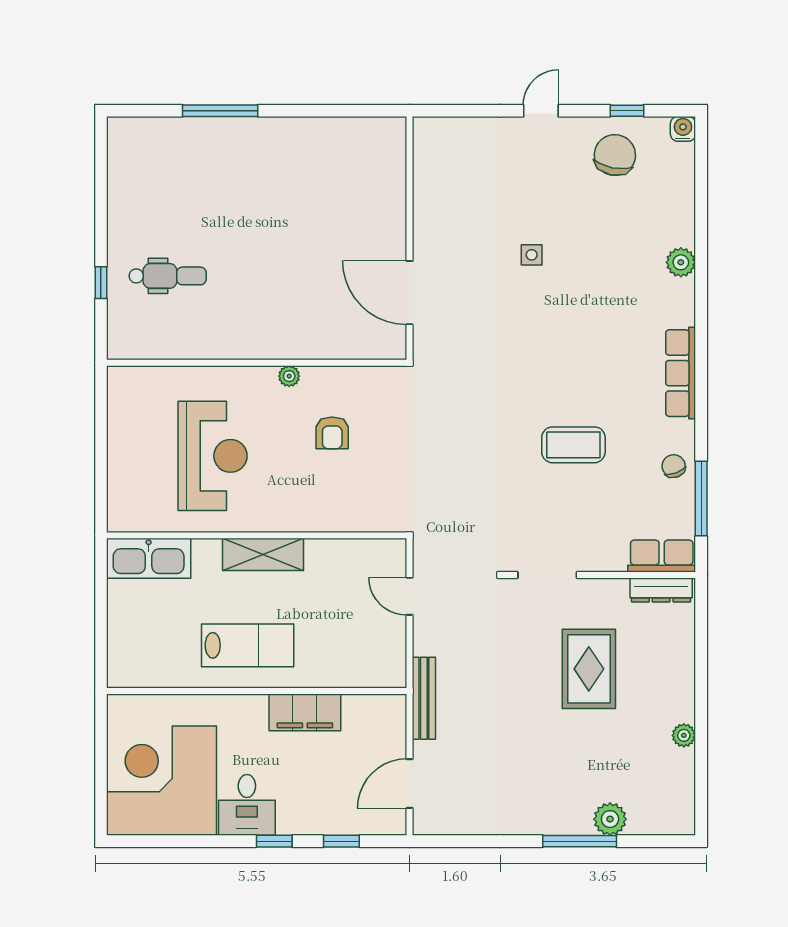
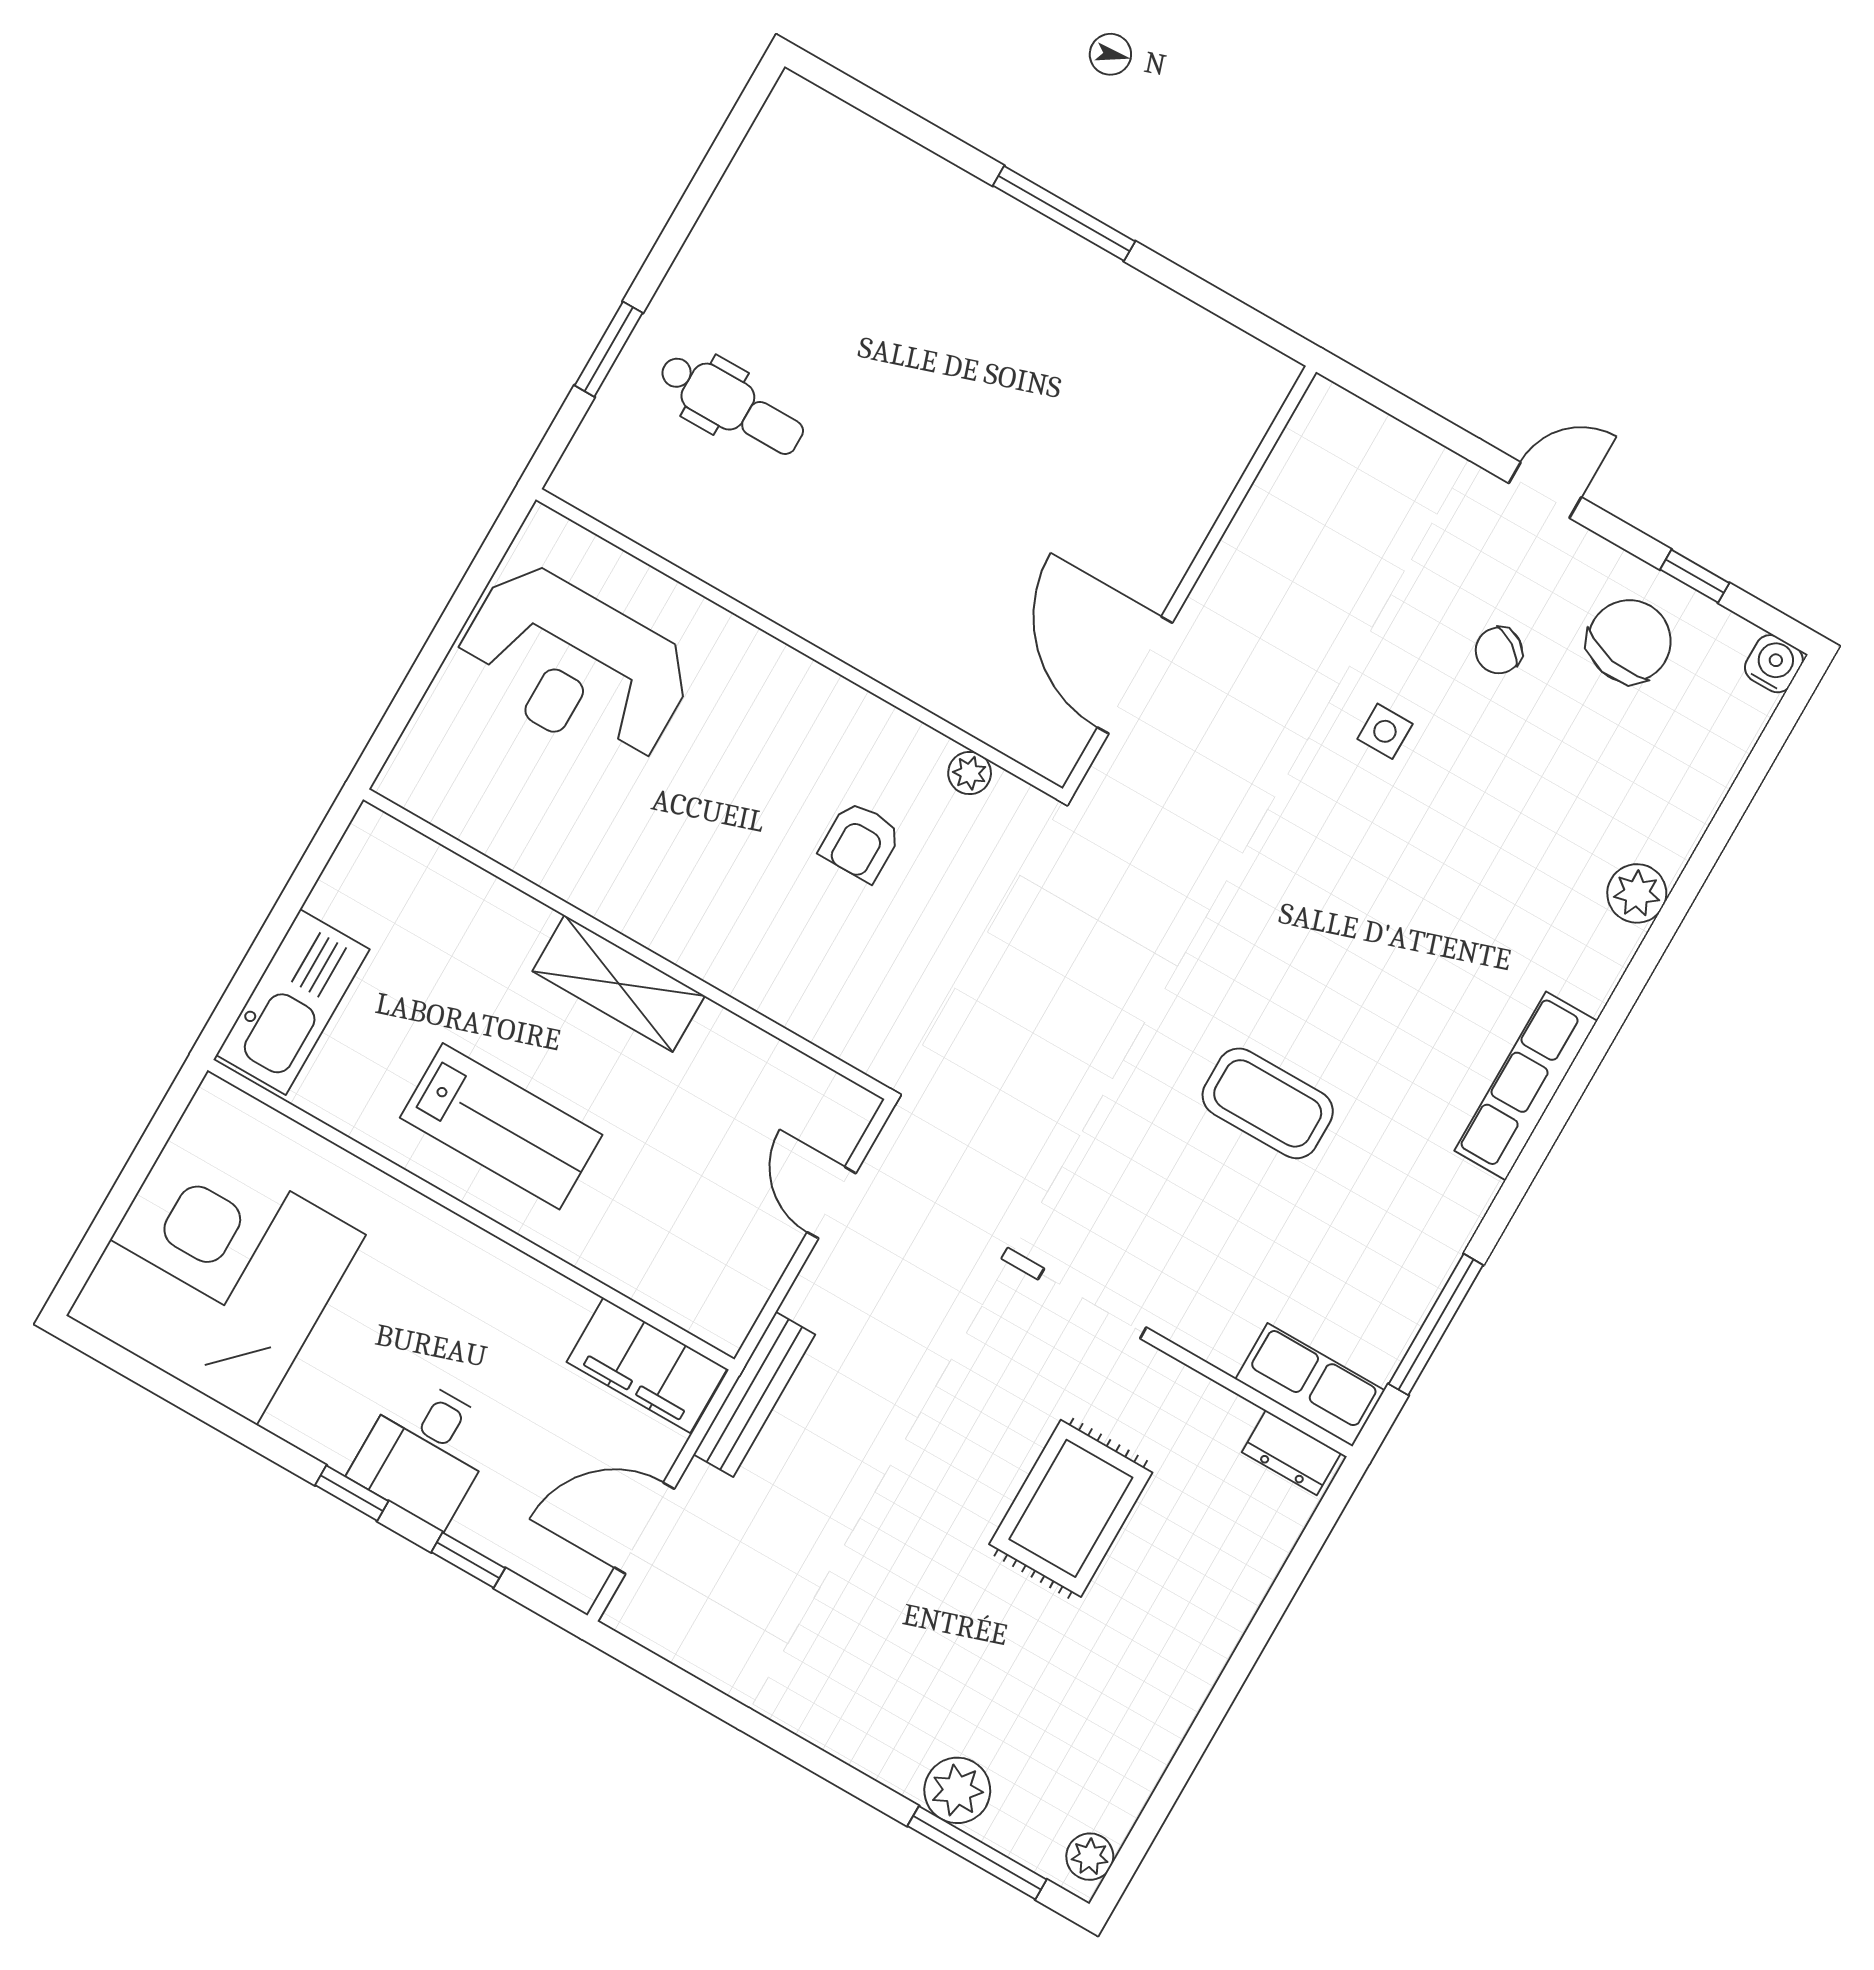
window: (220, 111) -> (1064, 213), moved
window: (101, 283) -> (609, 349), width x1.50
plant: (289, 376) -> (970, 773), moved
reception desk: (213, 456) -> (574, 666), moved, turned 90
chair: (674, 466) -> (1499, 650), moved, turned -126
kitchen sink: (149, 558) -> (293, 1002), moved, turned -90
dresser: (661, 590) -> (1291, 1453), width x0.70
filing cabinet: (305, 712) -> (647, 1365), moved
plant: (684, 735) -> (1090, 1857), moved
desk: (247, 805) -> (425, 1452), moved
window: (580, 841) -> (977, 1853), moved

